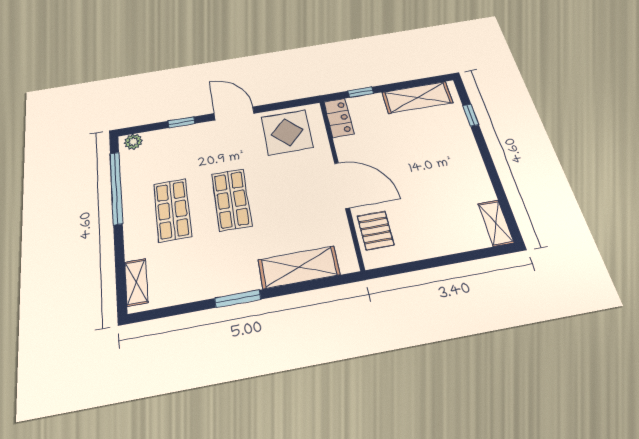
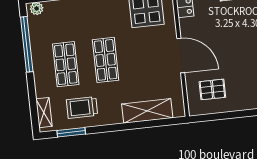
pallet: (376, 230) -> (212, 89), moved, turned 90
trolley: (196, 270) -> (82, 108), added
window: (238, 299) -> (71, 132), moved

